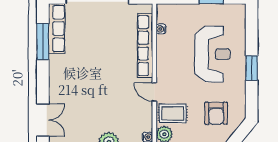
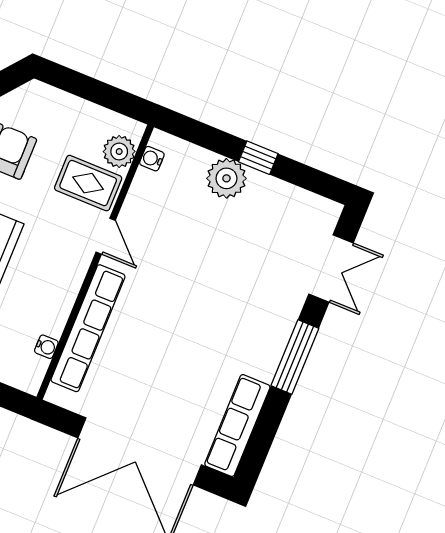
window: (43, 42) -> (295, 357), moved
double door: (43, 120) -> (331, 268), swing flipped

